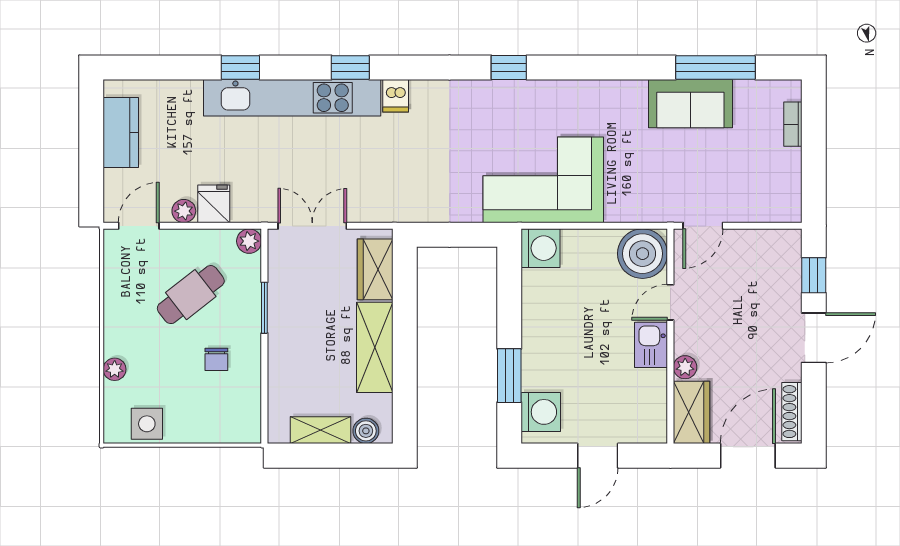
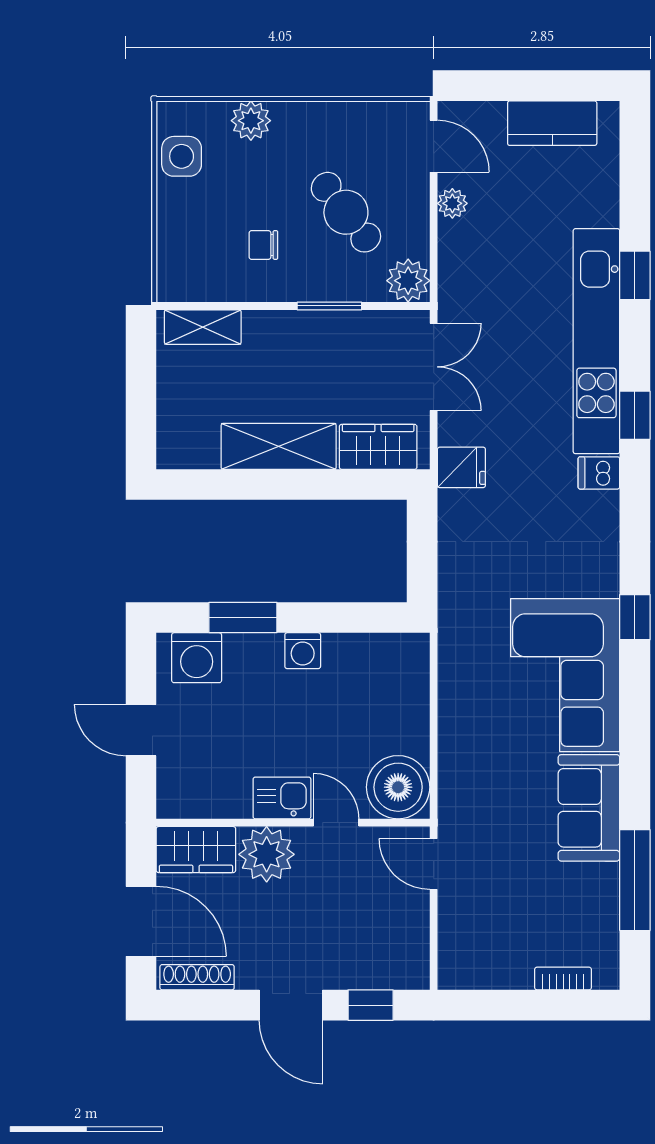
sofa: (690, 104) -> (589, 808), moved
corner sofa: (543, 180) -> (565, 675), moved, turned 180
fridge: (214, 204) -> (461, 467), moved
plant: (249, 241) -> (408, 281), width x1.38, depth x1.38
washing machine: (541, 248) -> (303, 651), moved, width x0.73, depth x0.73
plant: (685, 367) -> (267, 854), width x1.87, depth x1.87
plant: (115, 369) -> (251, 121), width x1.38, depth x1.38
shelving: (321, 430) -> (203, 327), moved, turned 90
boiler: (366, 431) -> (173, 435), removed

